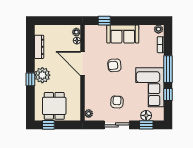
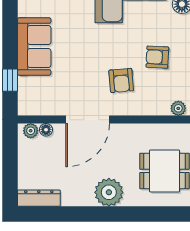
dresser: (39, 47) -> (39, 198), moved
armchair: (114, 65) -> (121, 80), moved
window: (30, 79) -> (116, 214), removed

